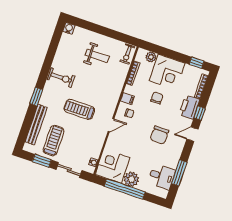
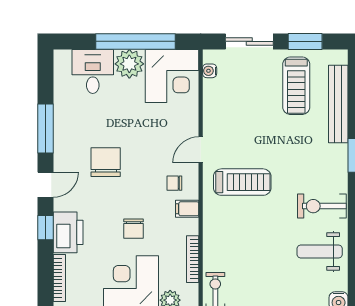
weight bench: (97, 56) -> (320, 252), moved
treadmill: (79, 109) -> (242, 182), moved
window: (179, 173) -> (46, 128), moved
desk: (162, 177) -> (93, 71), moved, turned 90

